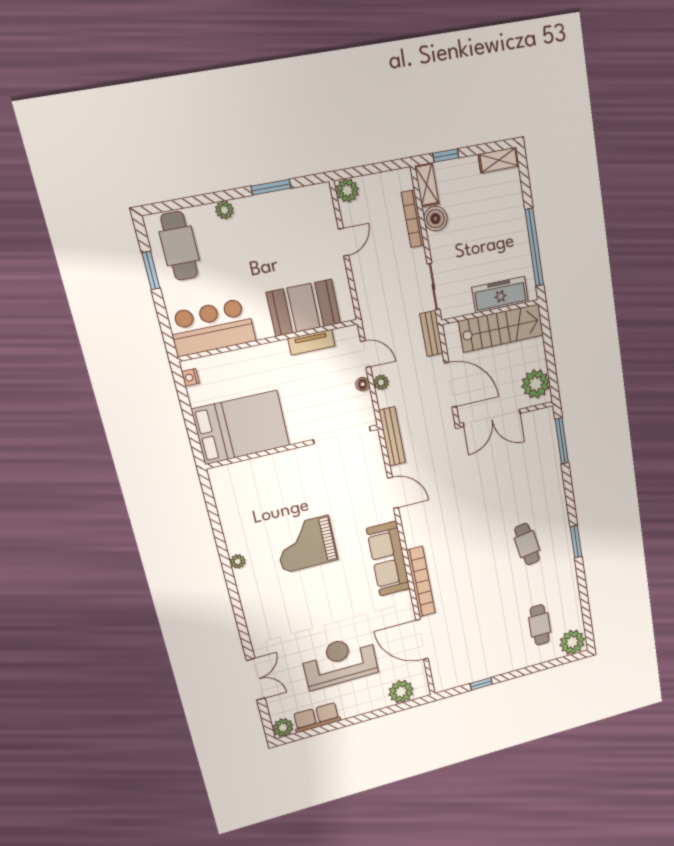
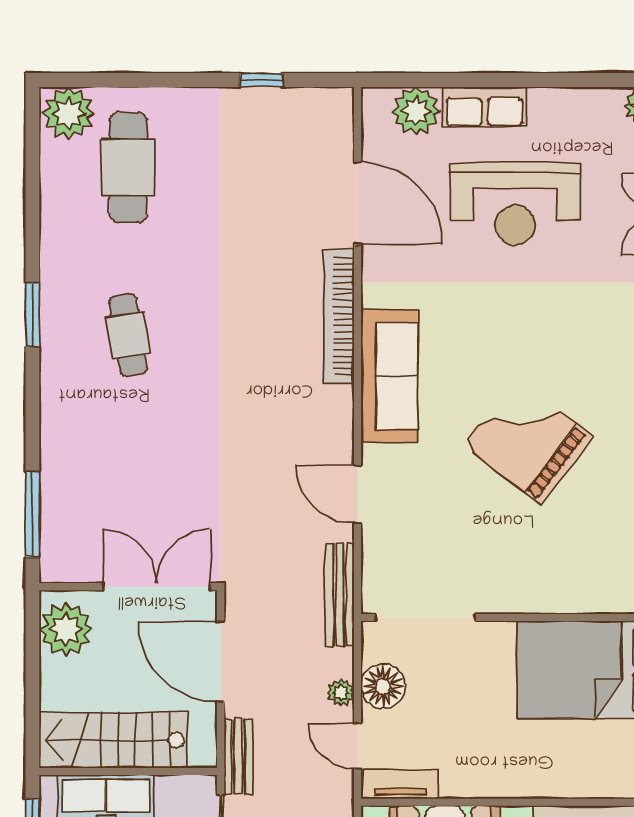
tv unit: (311, 342) -> (401, 785), moved
floor lamp: (363, 384) -> (383, 686), width x1.89, depth x1.89
grand piano: (306, 544) -> (528, 441), turned -143
cafe table: (540, 625) -> (128, 168), width x1.37, depth x1.35
row of seats: (316, 718) -> (485, 107), moved

